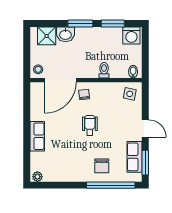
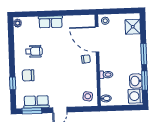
washbasin: (65, 34) -> (136, 81), moved
wheelchair: (90, 125) -> (34, 51), moved
window: (111, 185) -> (13, 83), width x0.32

